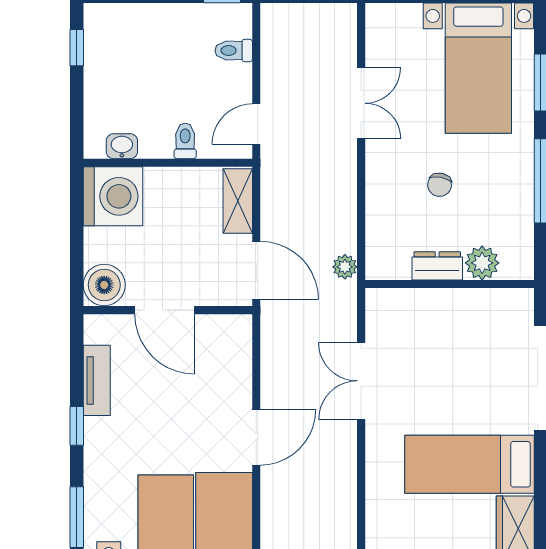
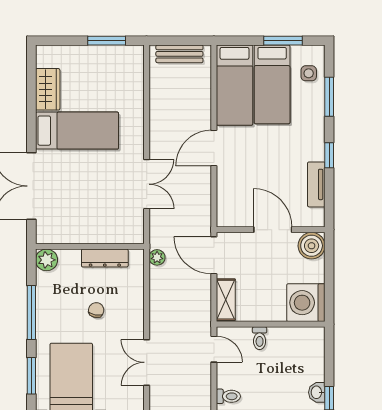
door: (256, 124) -> (214, 349), hinge flipped
washbasin: (122, 146) -> (317, 392), moved, turned 90
plant: (482, 263) -> (47, 260), moved
dresser: (437, 266) -> (105, 258), width x1.44

